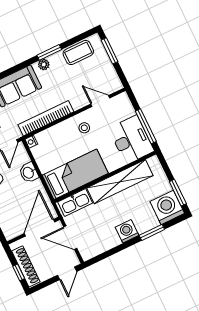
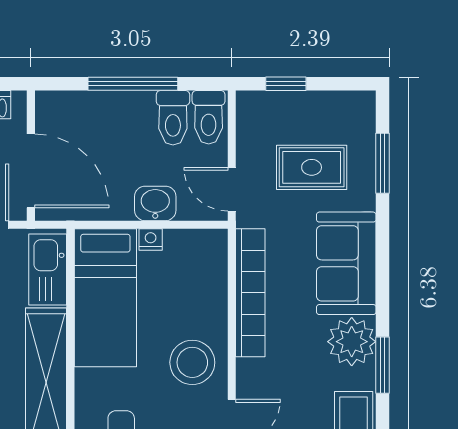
plant: (44, 65) -> (352, 342), width x1.88, depth x1.88
stool: (84, 128) -> (192, 362), width x1.89, depth x1.89
nightstand: (31, 142) -> (151, 240), moved

